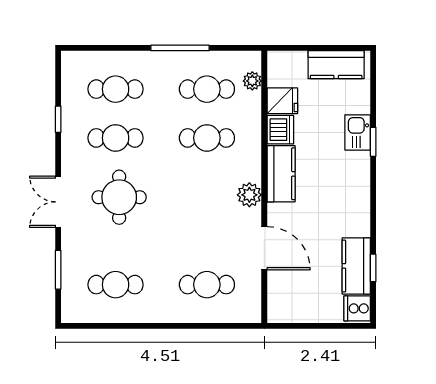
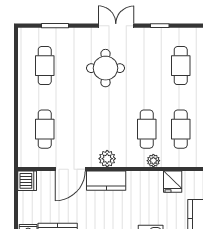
plant: (252, 81) -> (153, 161), moved
dishwasher: (280, 130) -> (27, 181), moved, turned -90
cafe table: (116, 138) -> (147, 66), removed
kitchen counter: (281, 174) -> (106, 181), moved
double door: (58, 202) -> (116, 26), moved

